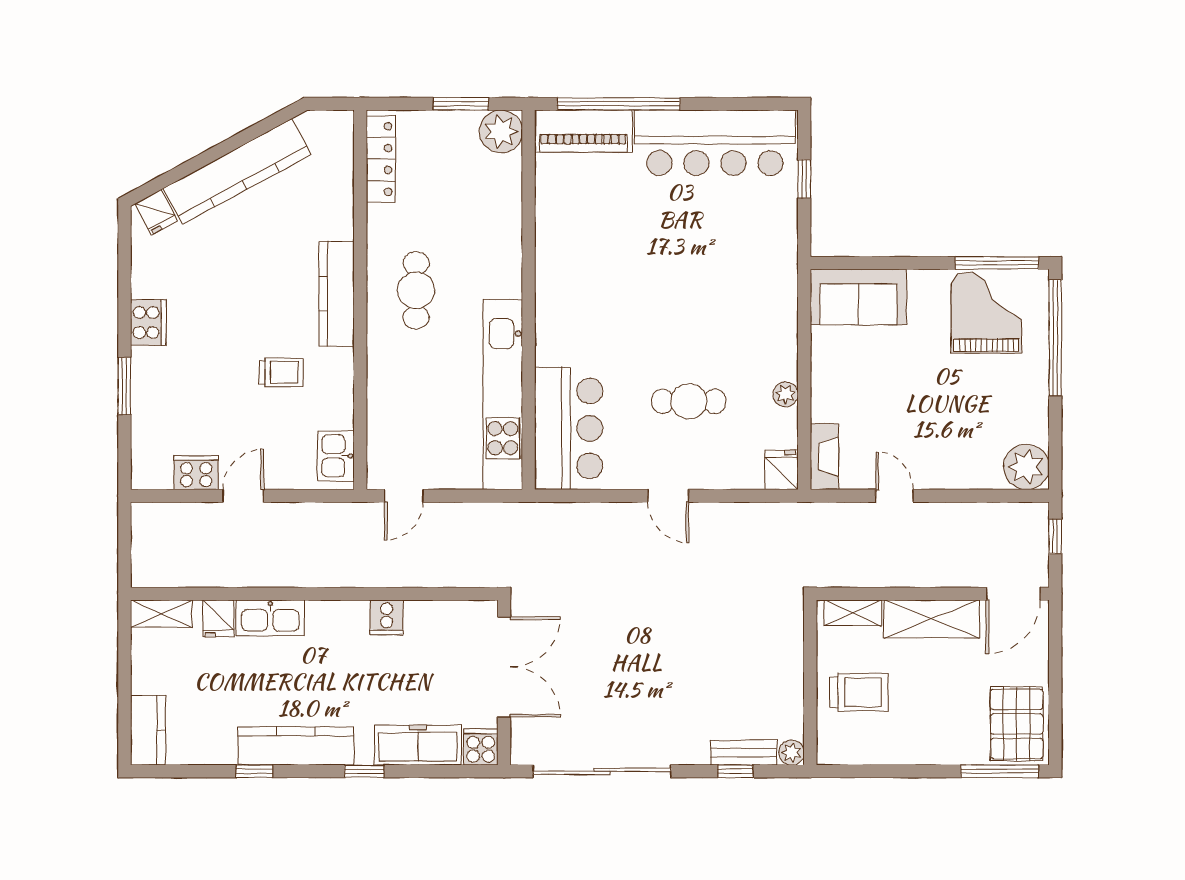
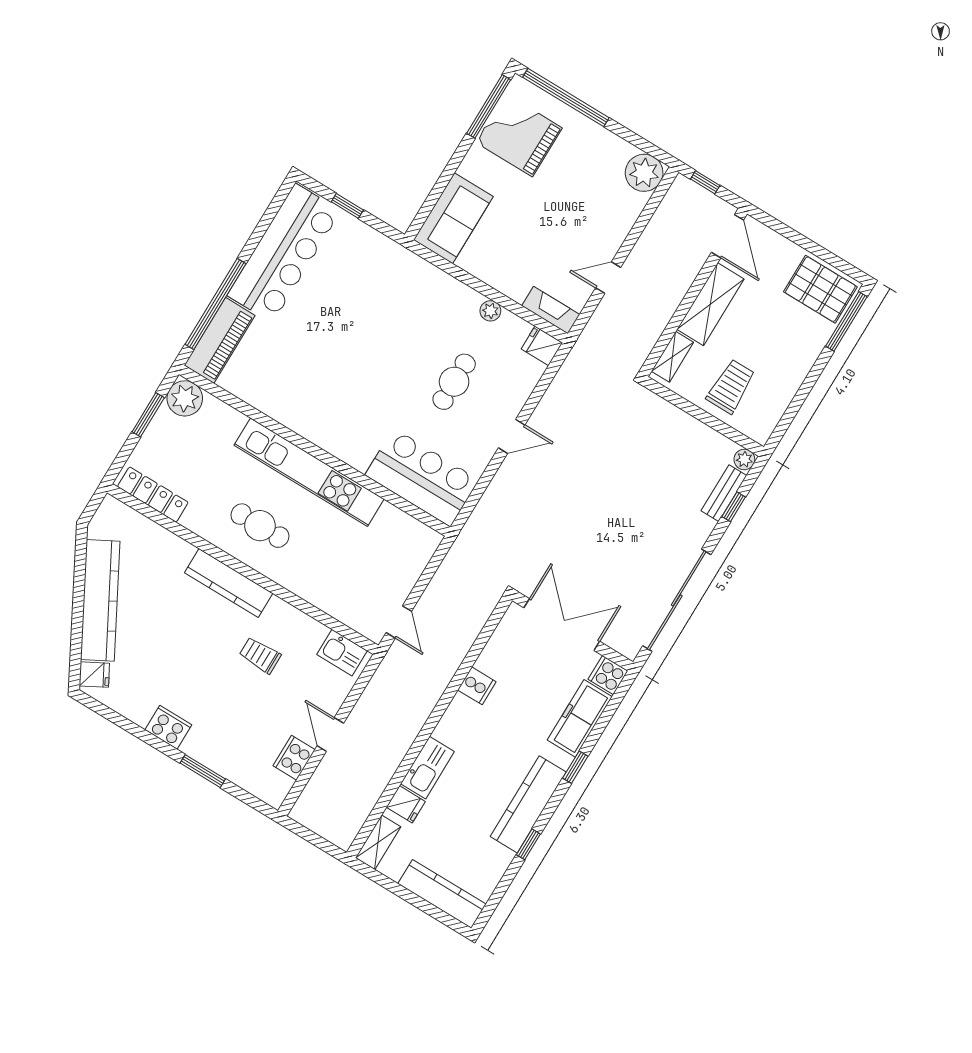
trolley: (281, 372) -> (260, 655), turned -90
kitchen unit: (503, 394) -> (309, 472), moved
kitchen counter: (148, 730) -> (442, 894), width x1.50

